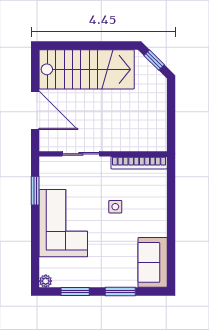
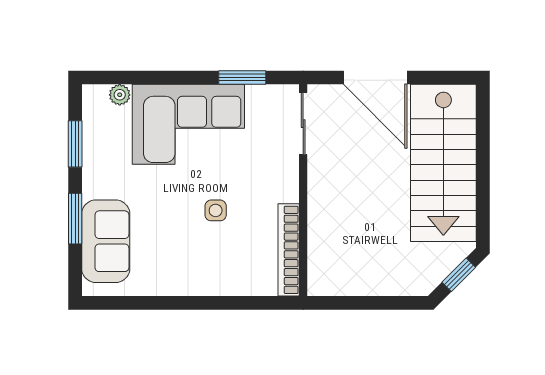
door: (35, 110) -> (375, 78), hinge flipped
sliding door: (81, 154) -> (303, 124), moved
sofa: (153, 262) -> (106, 241), moved, turned 90
plant: (46, 281) -> (120, 95), moved

